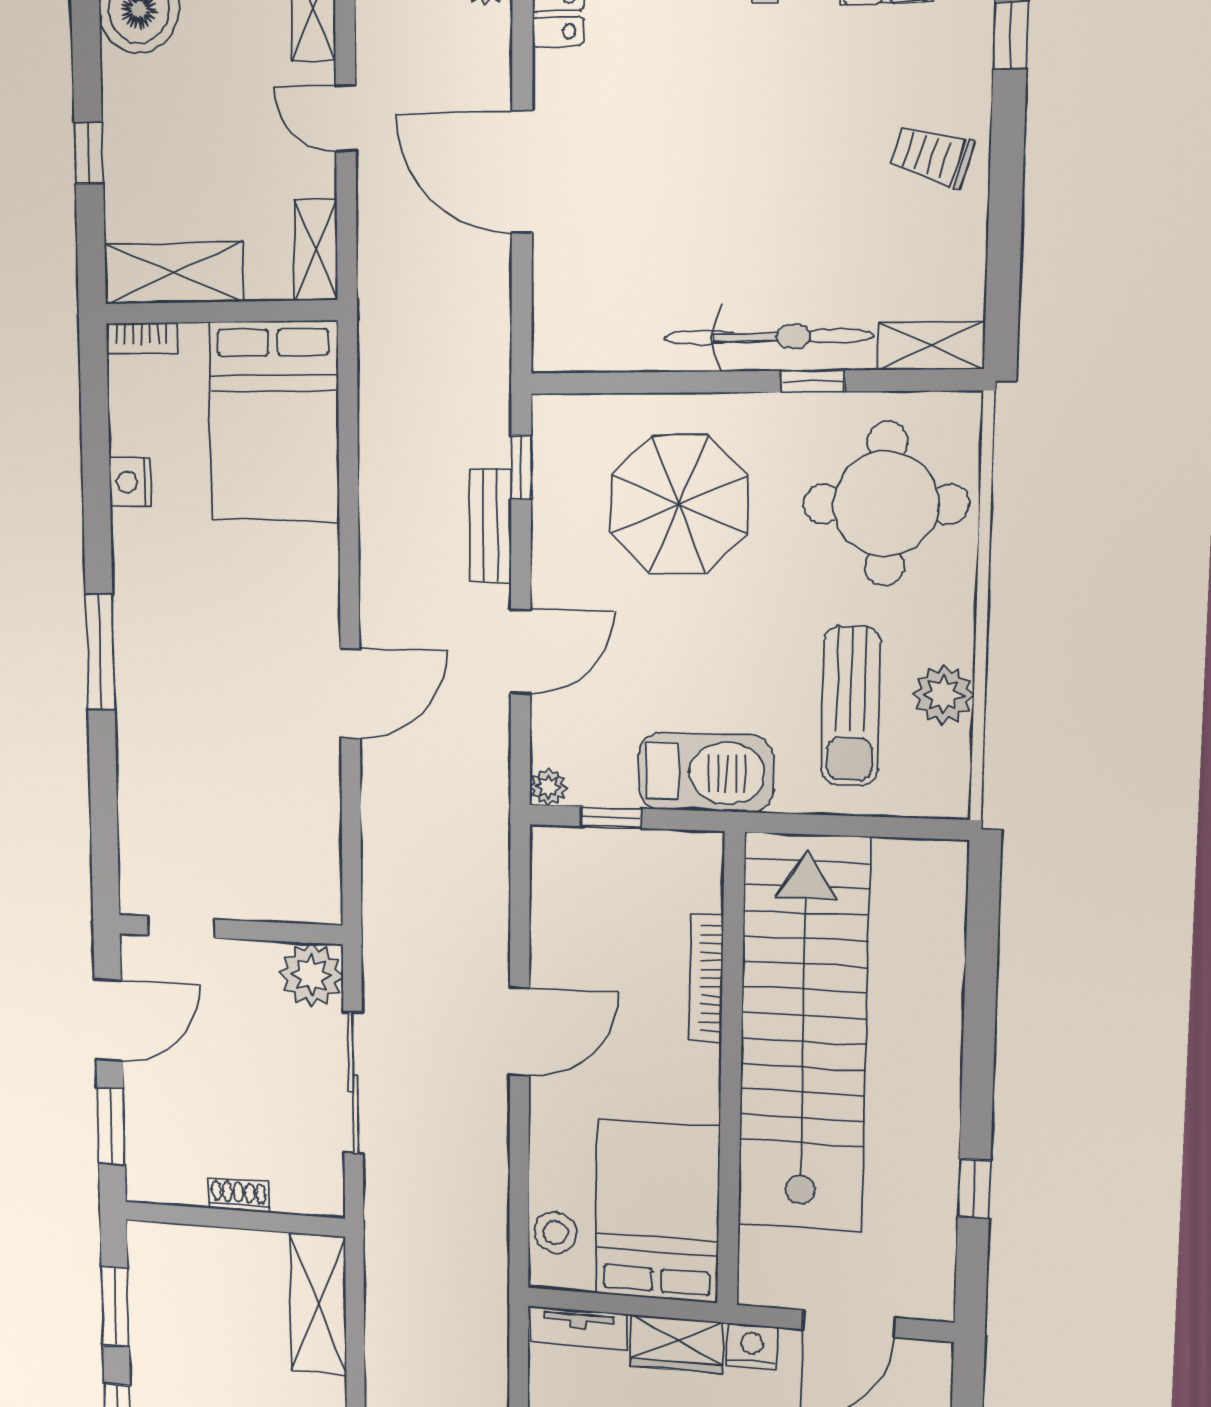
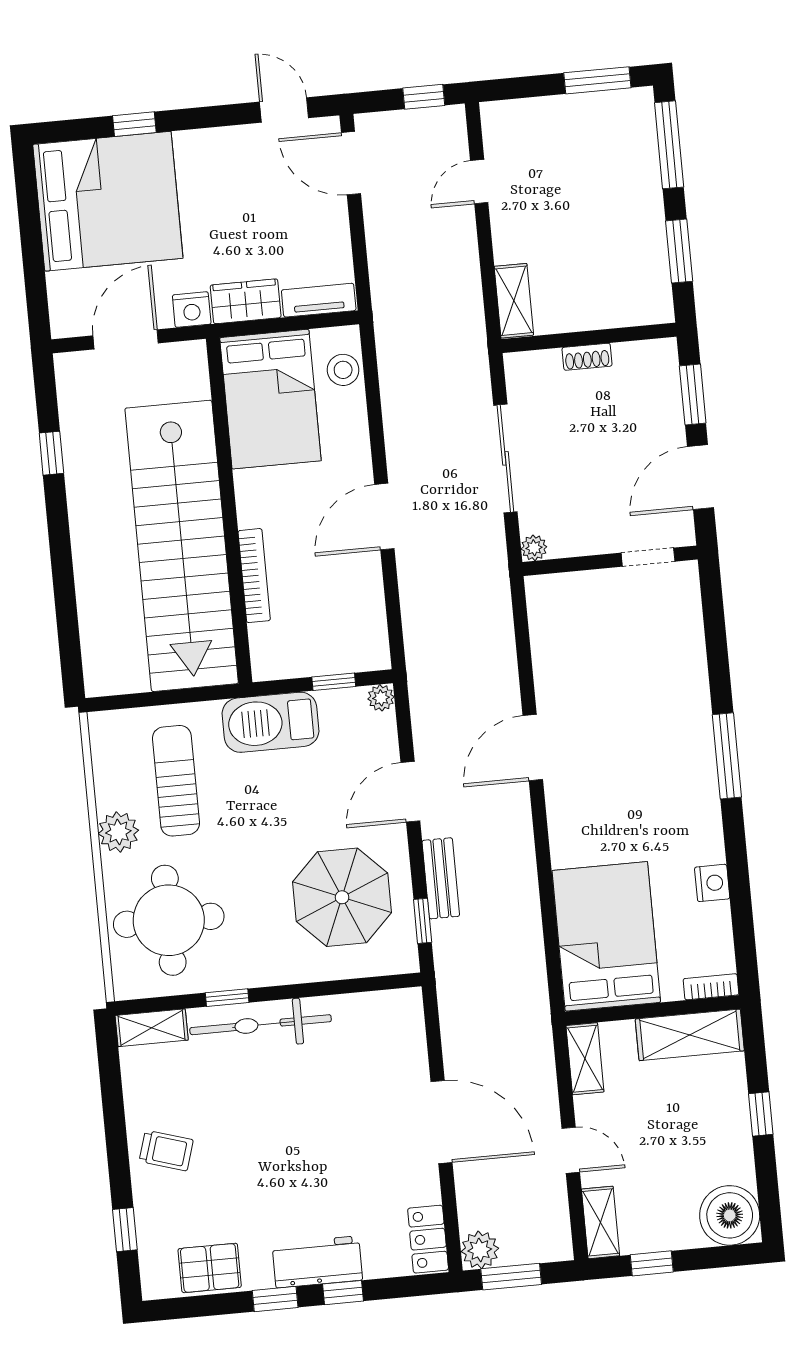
parasol: (679, 504) -> (342, 897), moved
plant: (943, 695) -> (118, 832), moved
plant: (311, 975) -> (534, 548), width x0.53, depth x0.53
shelving: (318, 1305) -> (514, 301), width x0.67, depth x0.75

